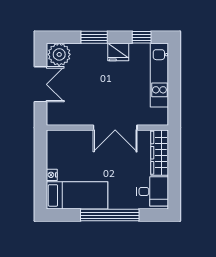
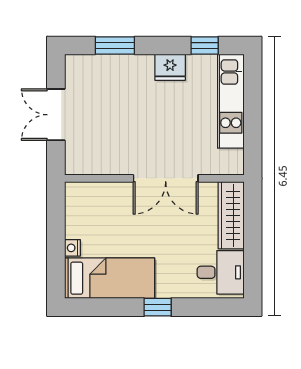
window: (94, 37) -> (115, 45), moved
plant: (59, 54) -> (83, 71), removed
double door: (41, 84) -> (56, 115), swing flipped
window: (110, 215) -> (158, 307), width x0.32

